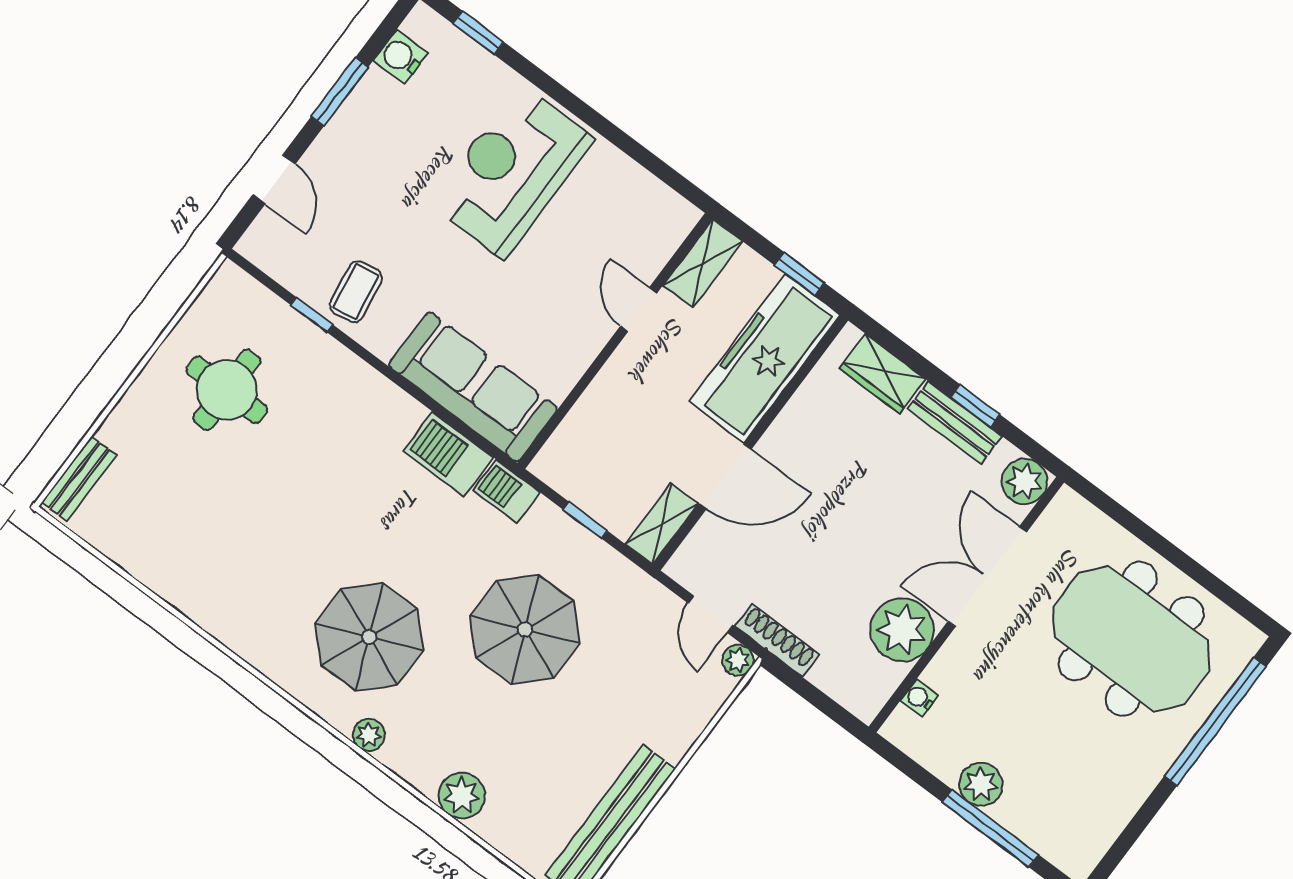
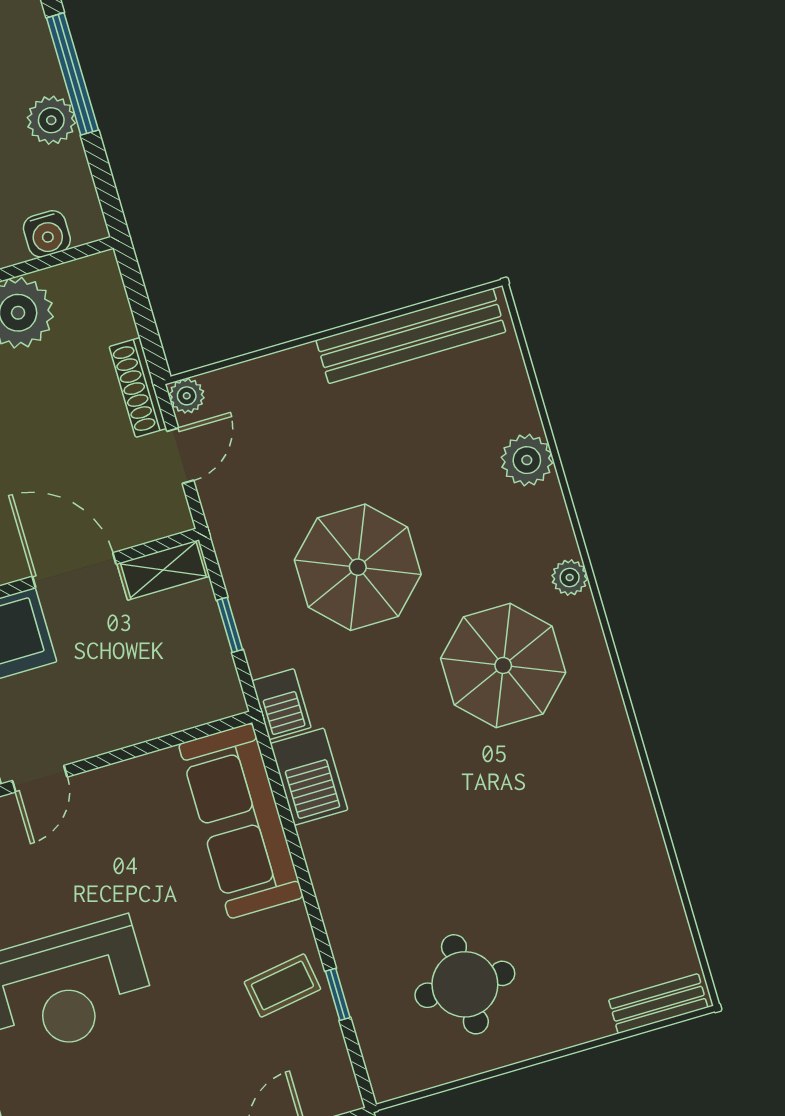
water cooler: (919, 698) -> (47, 234), width x1.38, depth x1.38

